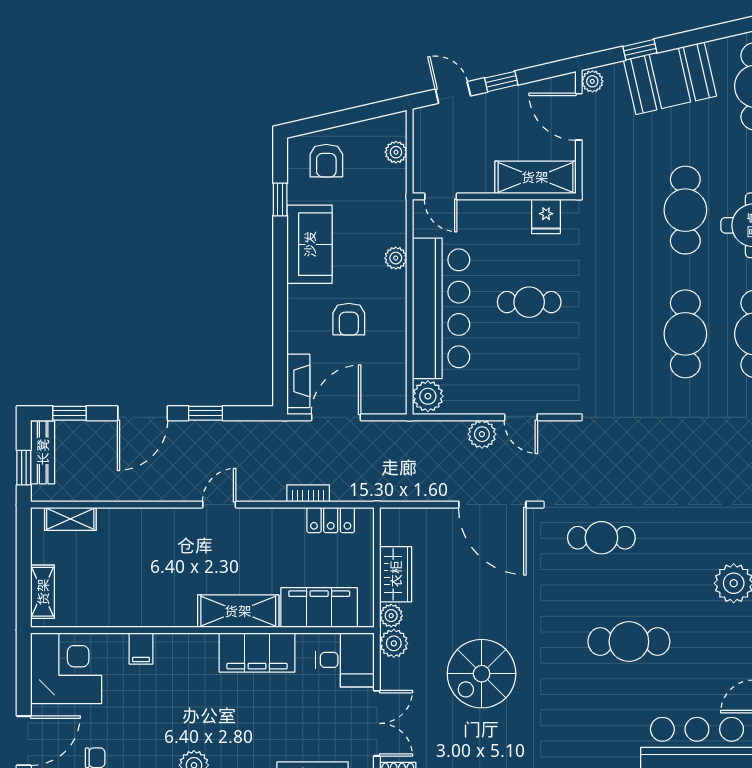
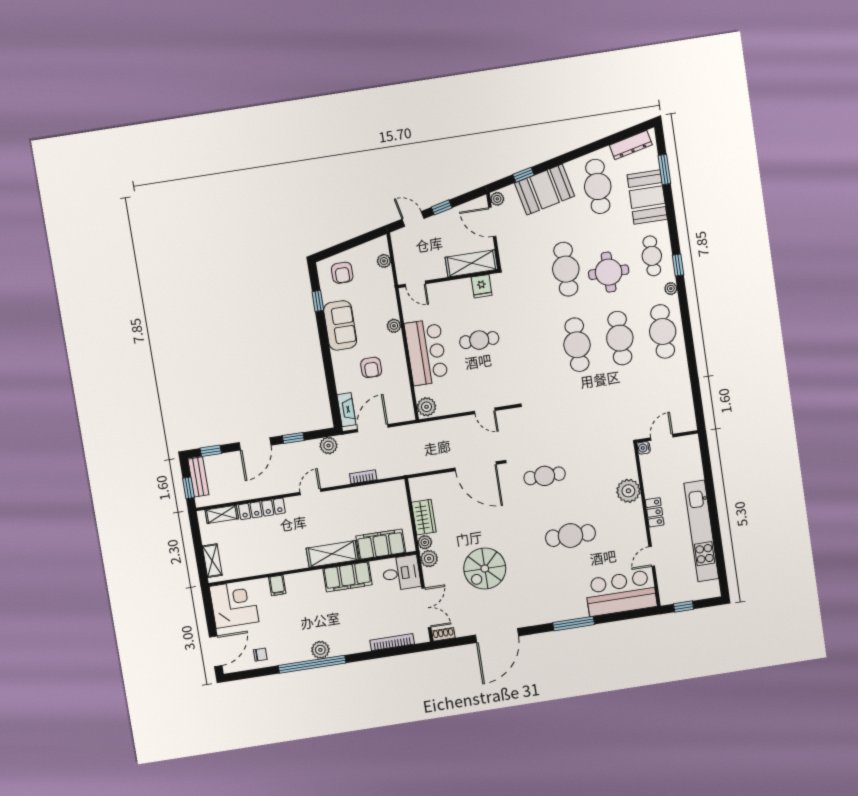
bar counter: (441, 308) -> (426, 352), width x0.73
plant: (482, 434) -> (328, 446), moved
locker: (331, 520) -> (262, 509), moved, width x1.53

